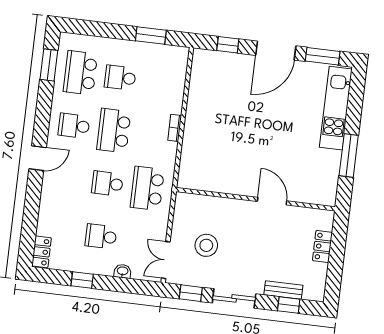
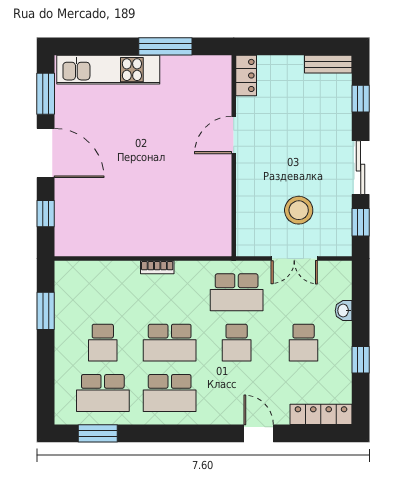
school desk: (74, 126) -> (170, 393), width x1.85
door: (38, 158) -> (259, 433), moved
locker: (322, 246) -> (246, 75), moved, turned -90
locker: (42, 252) -> (321, 414), width x1.53
double door: (166, 260) -> (294, 258), moved
bench: (283, 290) -> (328, 64), moved, turned 90

